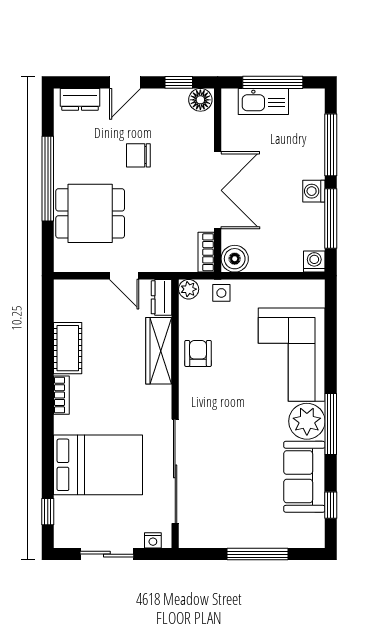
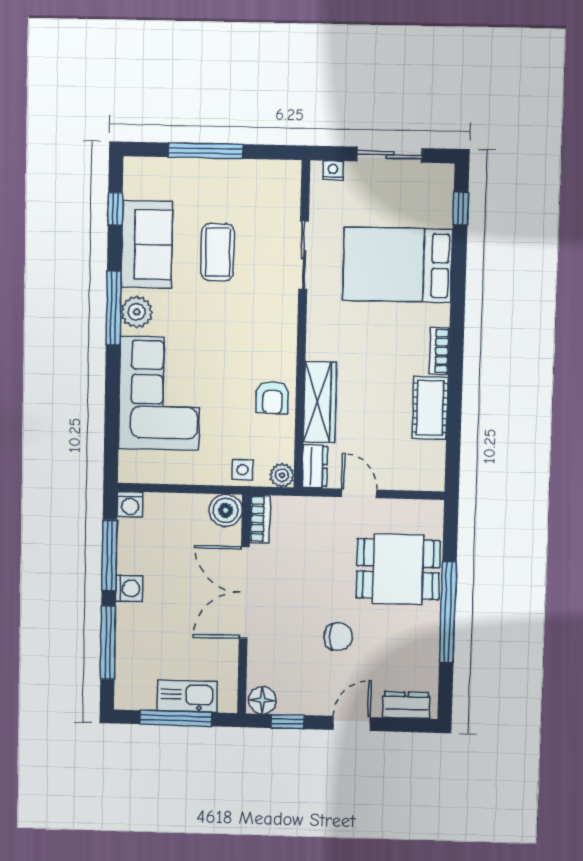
plant: (307, 421) -> (137, 312), width x0.73, depth x0.73
sliding door: (175, 471) -> (304, 255), width x0.54
coffee table: (246, 472) -> (218, 252), added

